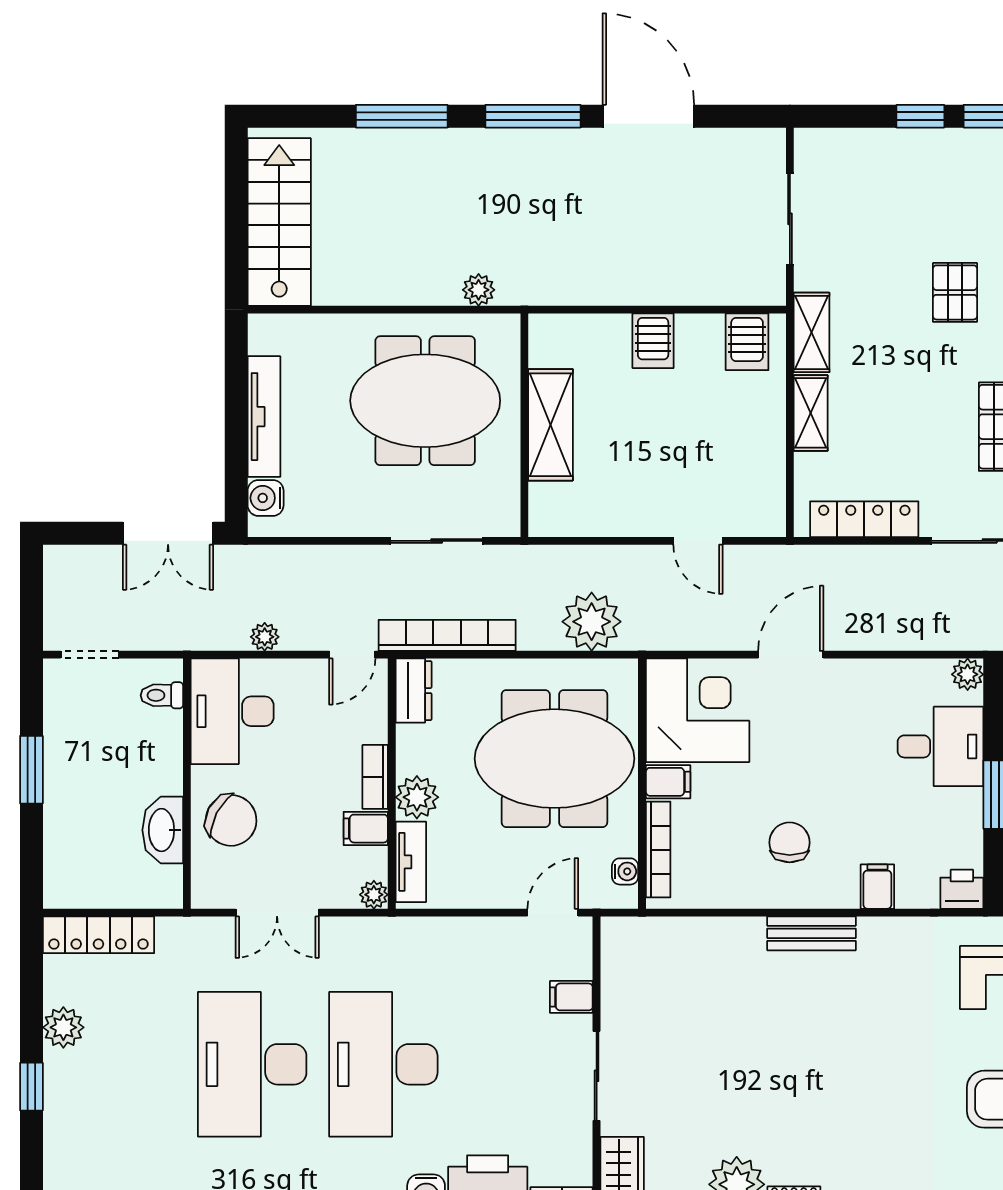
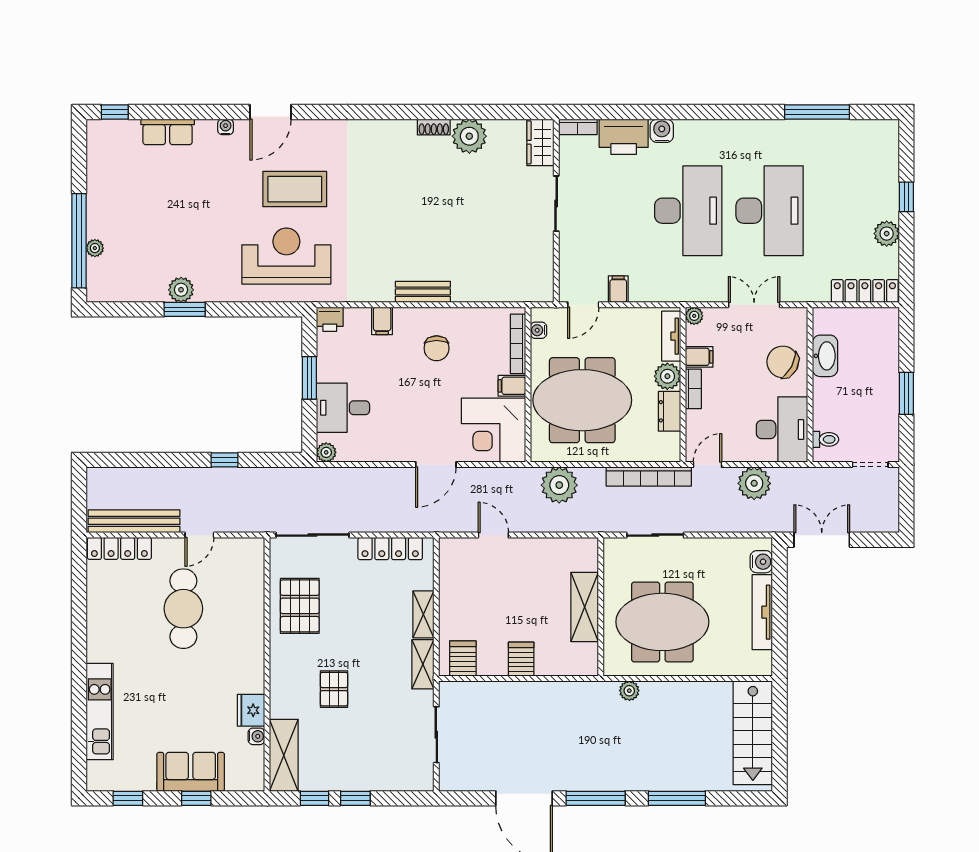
plant: (265, 637) -> (754, 483), width x1.88, depth x1.88
dresser: (414, 691) -> (670, 411), moved
filing cabinet: (571, 997) -> (618, 289), moved, turned -90

